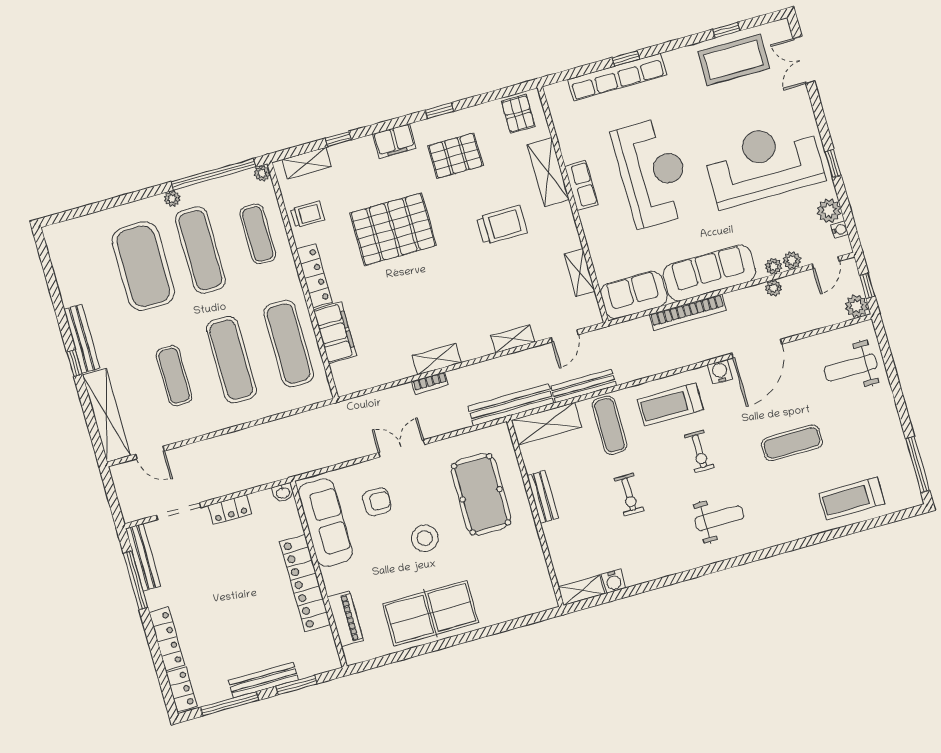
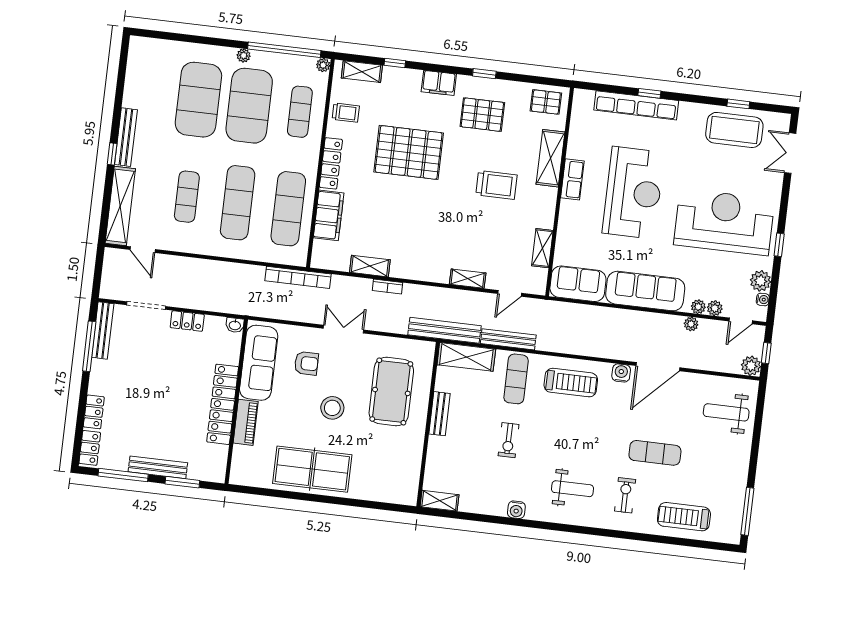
pallet: (518, 114) -> (546, 102), turned 90
exercise mat: (201, 250) -> (249, 106), width x1.47
bookcase: (688, 312) -> (298, 277), moved
shelving: (437, 359) -> (370, 266), moved
treadmill: (670, 405) -> (571, 383), turned 180
exercise bike: (699, 451) -> (625, 495), moved, turned 180
water cooler: (613, 581) -> (516, 510), moved
piano: (345, 619) -> (246, 422), moved
locker: (167, 639) -> (94, 412), width x0.66

